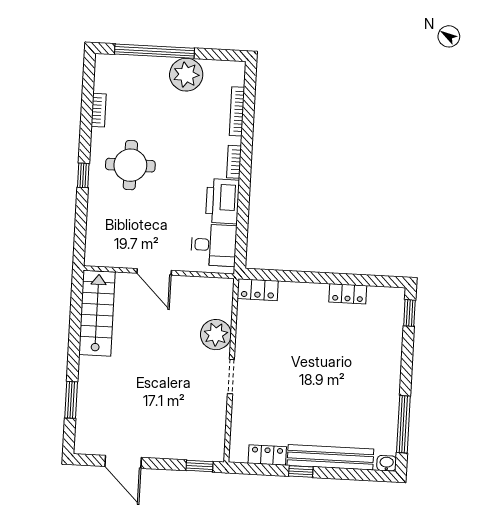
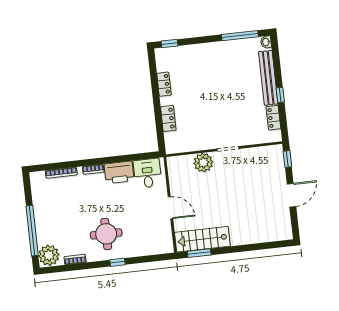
plant: (186, 75) -> (49, 255), moved
door: (154, 272) -> (171, 208), hinge flipped
locker: (258, 290) -> (168, 118), moved
window: (71, 400) -> (199, 253), moved
door: (123, 462) -> (291, 195), moved

